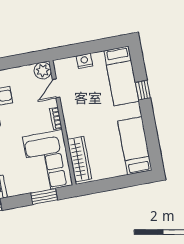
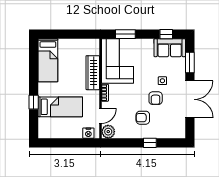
nightstand: (84, 61) -> (88, 133), moved
bed: (121, 76) -> (60, 107), moved, turned 90
wardrobe: (79, 159) -> (93, 73), moved

